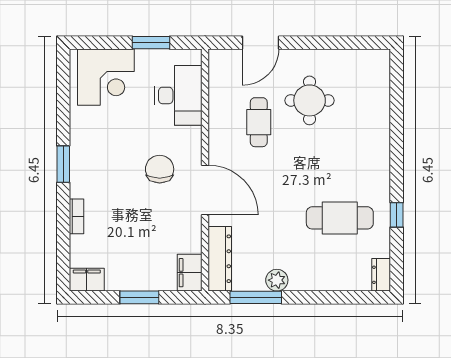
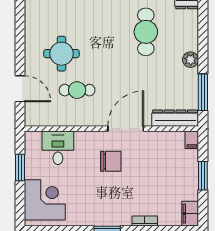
desk: (178, 95) -> (58, 148), width x0.73
chair: (160, 169) -> (111, 161), turned 180
filing cabinet: (190, 273) -> (192, 140), width x0.50
plant: (277, 280) -> (191, 60), moved

